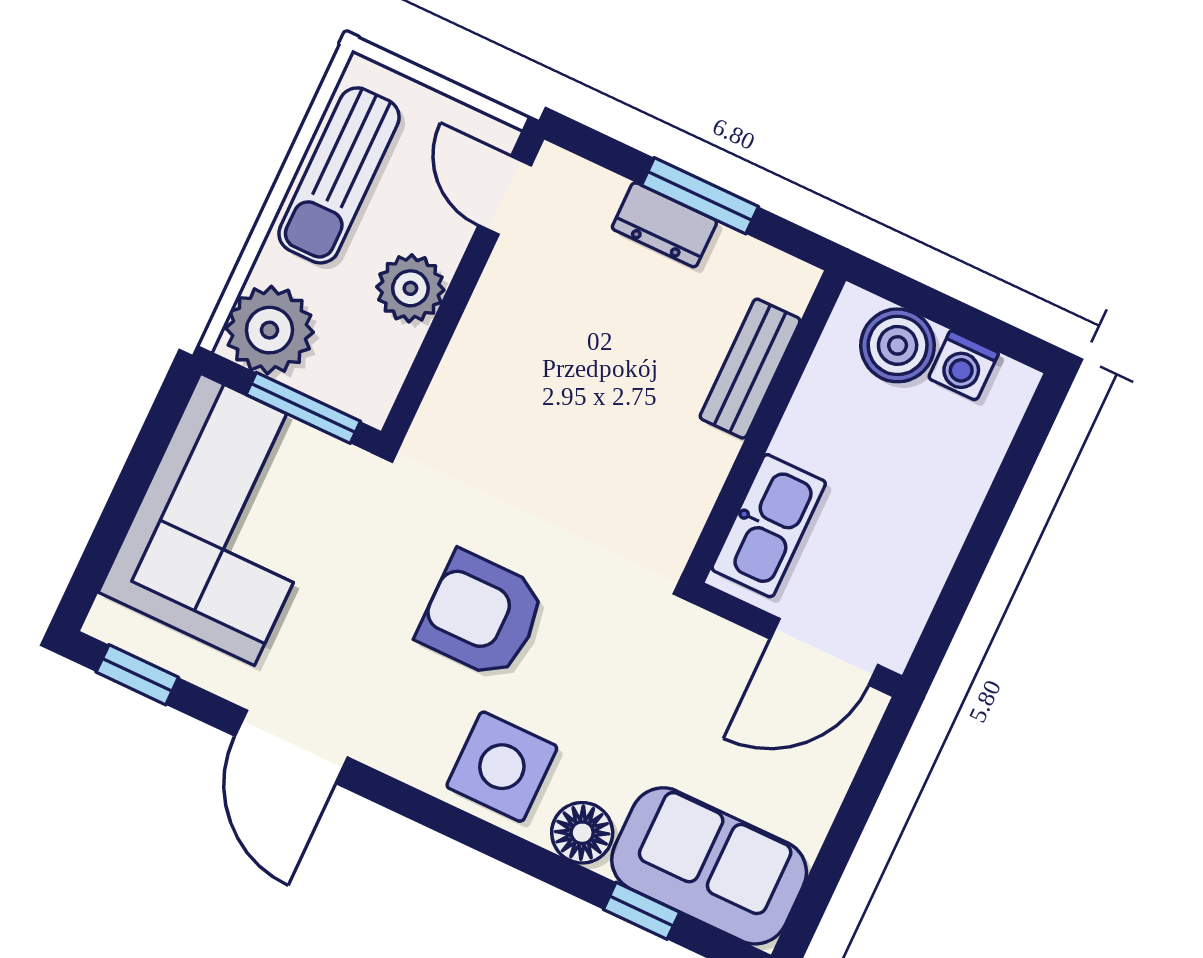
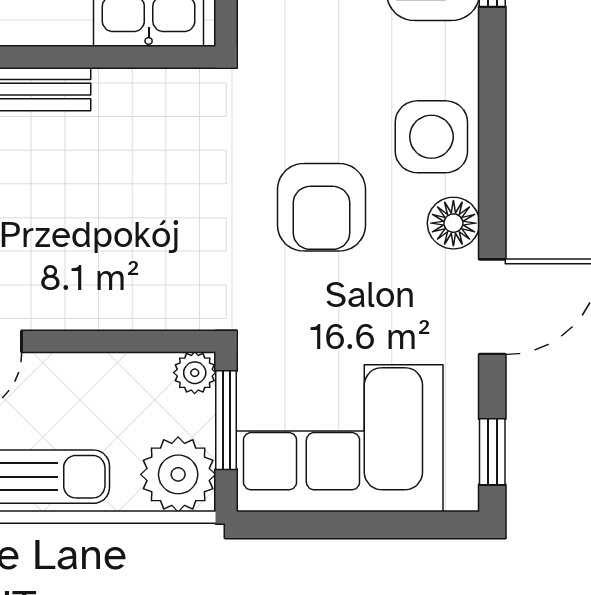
plant: (410, 288) -> (195, 373), moved, width x0.73, depth x0.73
floor lamp: (582, 833) -> (453, 223), moved

